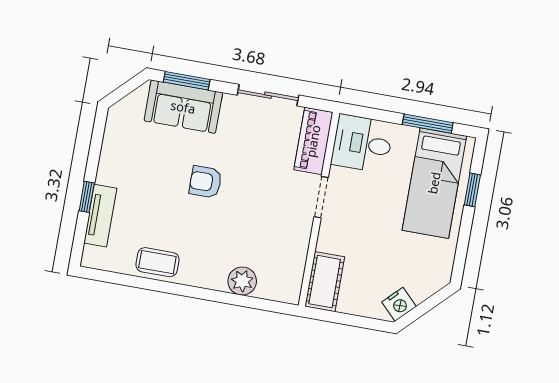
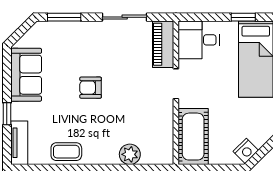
sofa: (183, 107) -> (26, 75), moved, turned -90
window: (428, 124) -> (243, 17), width x0.67
tv unit: (100, 216) -> (19, 143), moved
cot: (325, 282) -> (193, 137), width x1.37, depth x1.34

